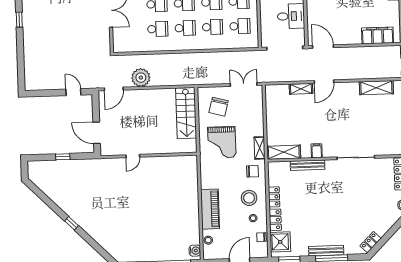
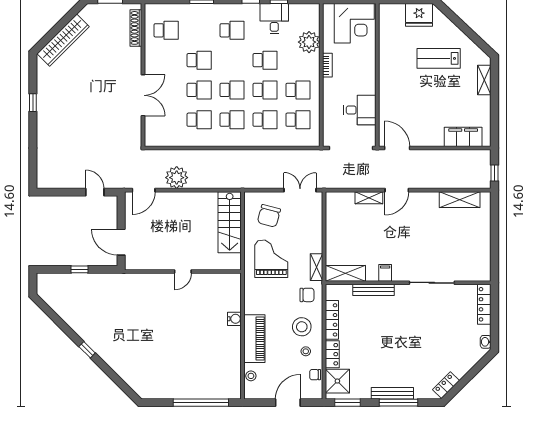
grand piano: (222, 142) -> (271, 259), turned 180
door: (133, 156) -> (183, 272), moved
locker: (274, 197) -> (332, 320), width x1.53
water cooler: (195, 251) -> (234, 319), moved

